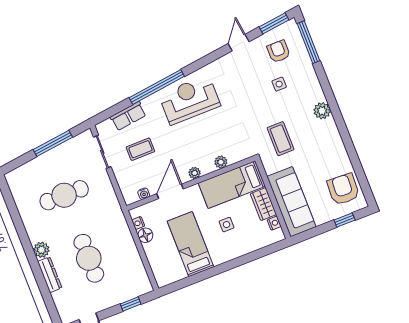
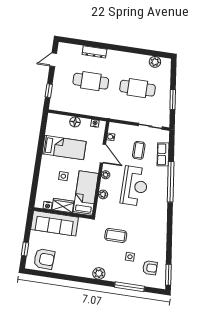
window: (309, 42) -> (130, 287), moved
door: (239, 43) -> (169, 247), removed
reception desk: (190, 100) -> (135, 186), moved
coffee table: (281, 139) -> (116, 235), moved
window: (53, 143) -> (173, 99), width x0.69
cafe table: (64, 195) -> (137, 88), turned 90
floor lamp: (145, 235) -> (75, 122), moved
plant: (41, 250) -> (155, 62), moved

